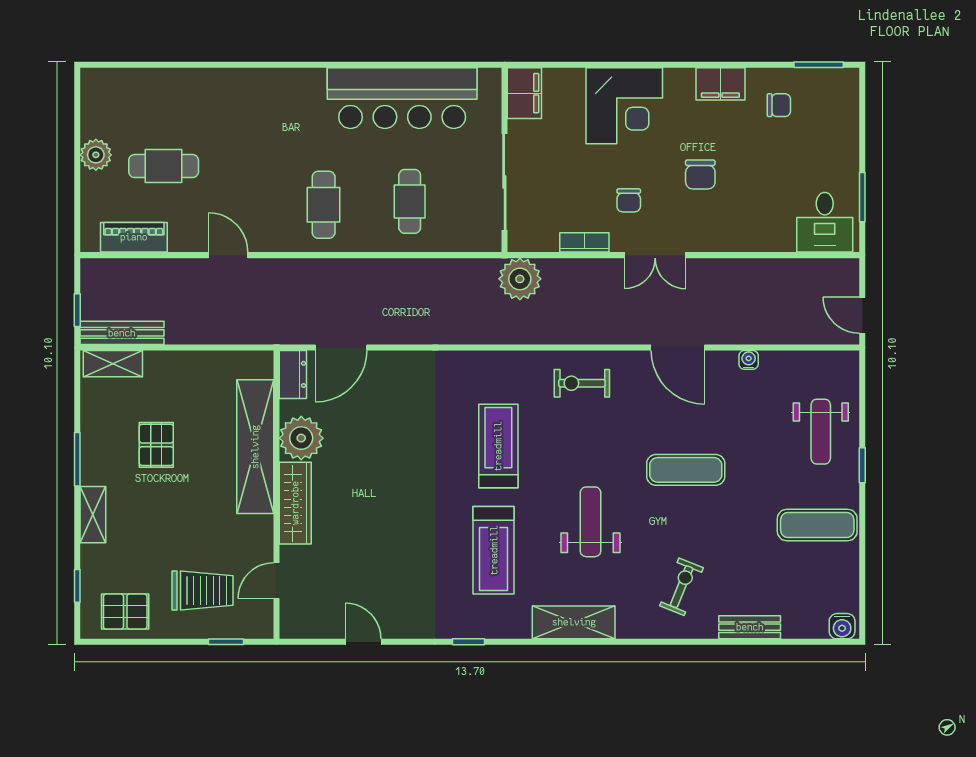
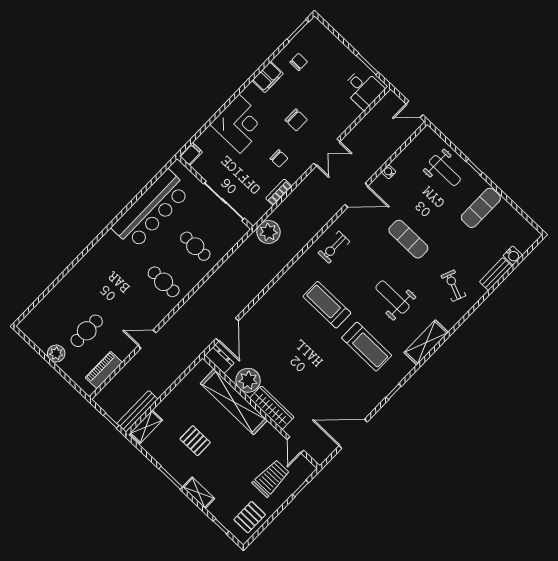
filing cabinet: (524, 93) -> (191, 154), width x0.50
double door: (655, 255) -> (327, 152), moved
exercise mat: (686, 470) -> (408, 239), turned 90
water cooler: (842, 626) -> (513, 255), moved
door: (363, 642) -> (353, 434), width x1.87

